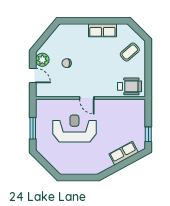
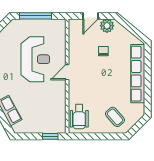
row of seats: (102, 30) -> (138, 74), width x2.02
window: (33, 128) -> (36, 16), width x1.44
window: (148, 134) -> (50, 136), moved

